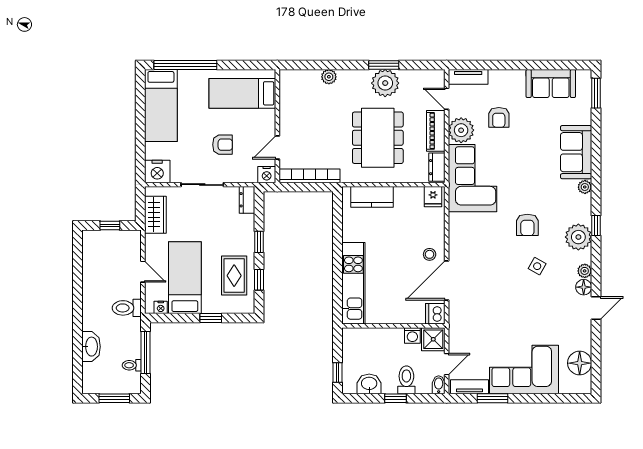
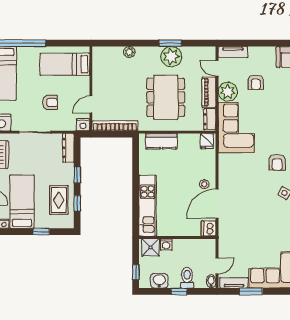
dresser: (247, 200) -> (68, 148), width x1.44
washing machine: (412, 335) -> (166, 245), moved
shower: (433, 339) -> (151, 247), moved

